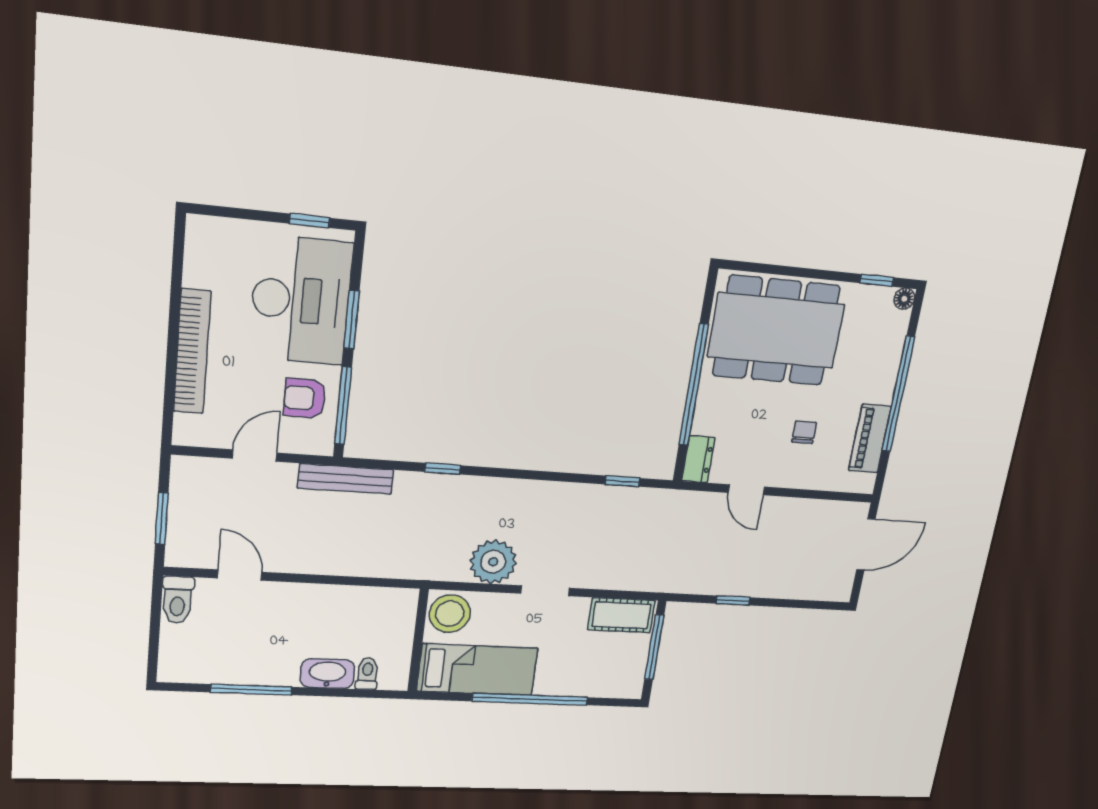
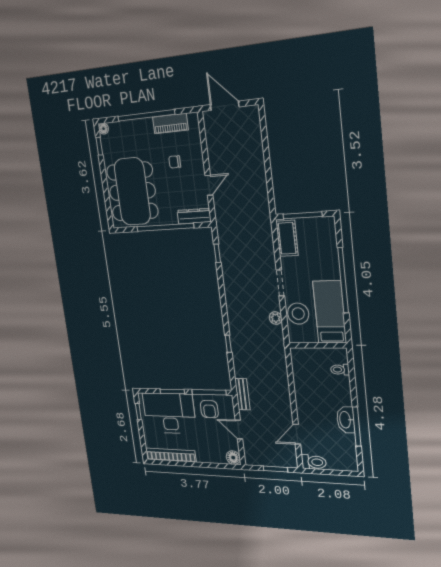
bookcase: (192, 352) -> (171, 455), moved
floor lamp: (189, 430) -> (233, 458), added
dresser: (698, 459) -> (194, 216), width x1.44
bench: (346, 479) -> (242, 394), width x0.73
plant: (493, 562) -> (276, 318), width x0.53, depth x0.53
window: (733, 600) -> (269, 176), removed
stool: (450, 614) -> (298, 314), moved
washbasin: (328, 674) -> (346, 420), moved

